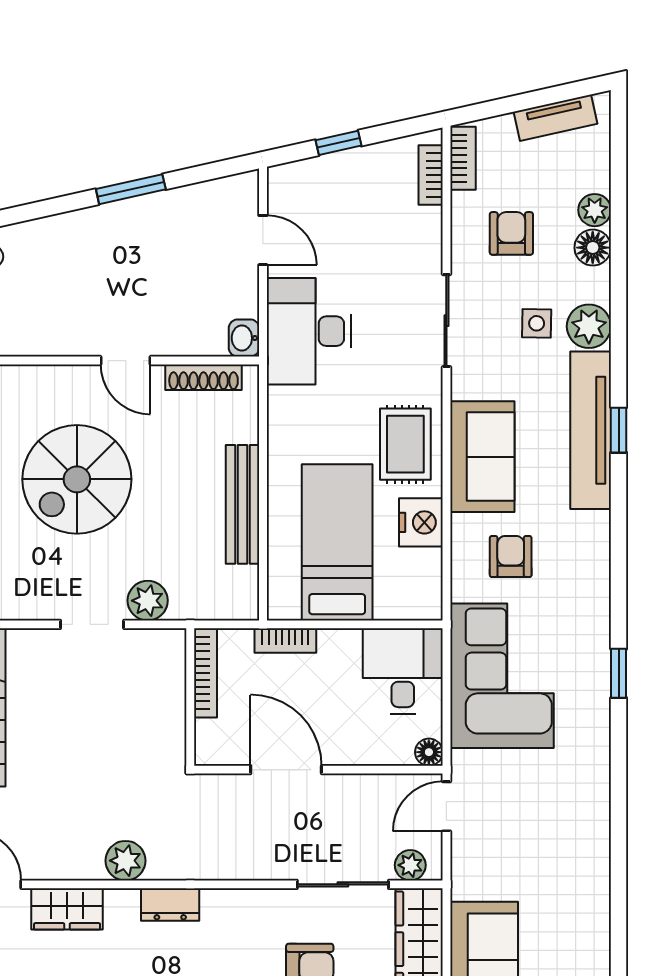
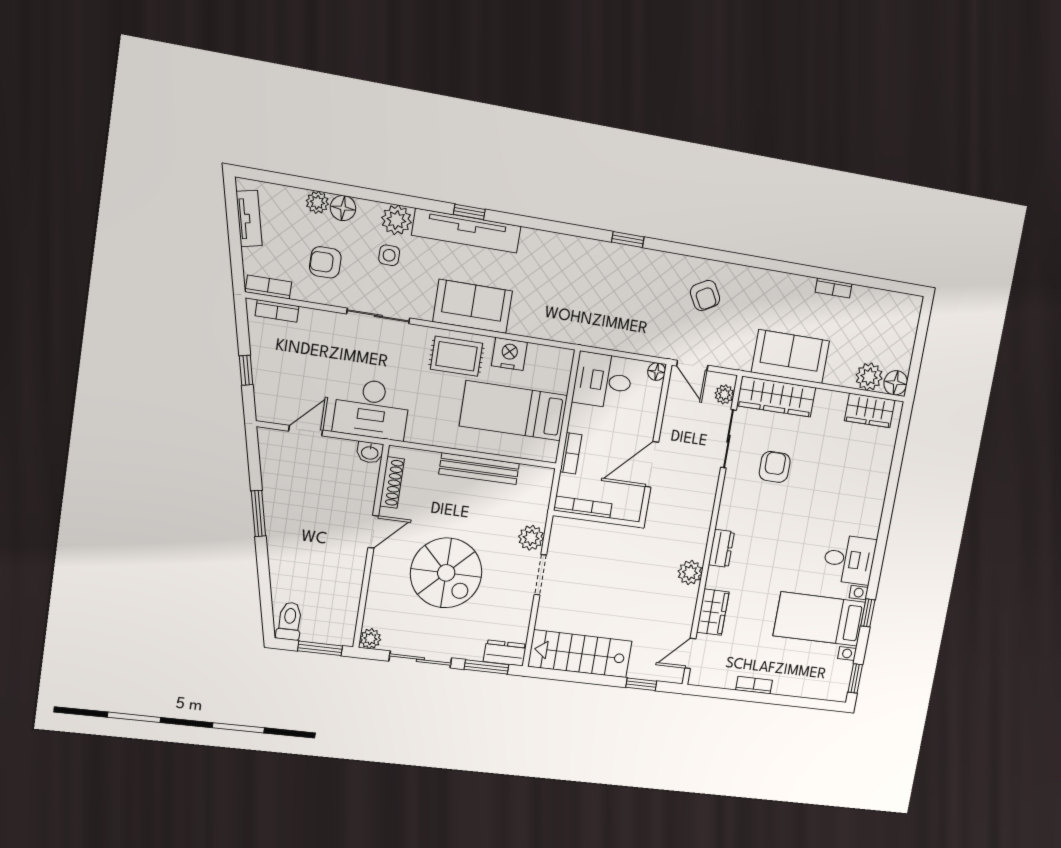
armchair: (511, 557) -> (705, 295), moved, turned -119
corner sofa: (502, 676) -> (617, 316), removed

